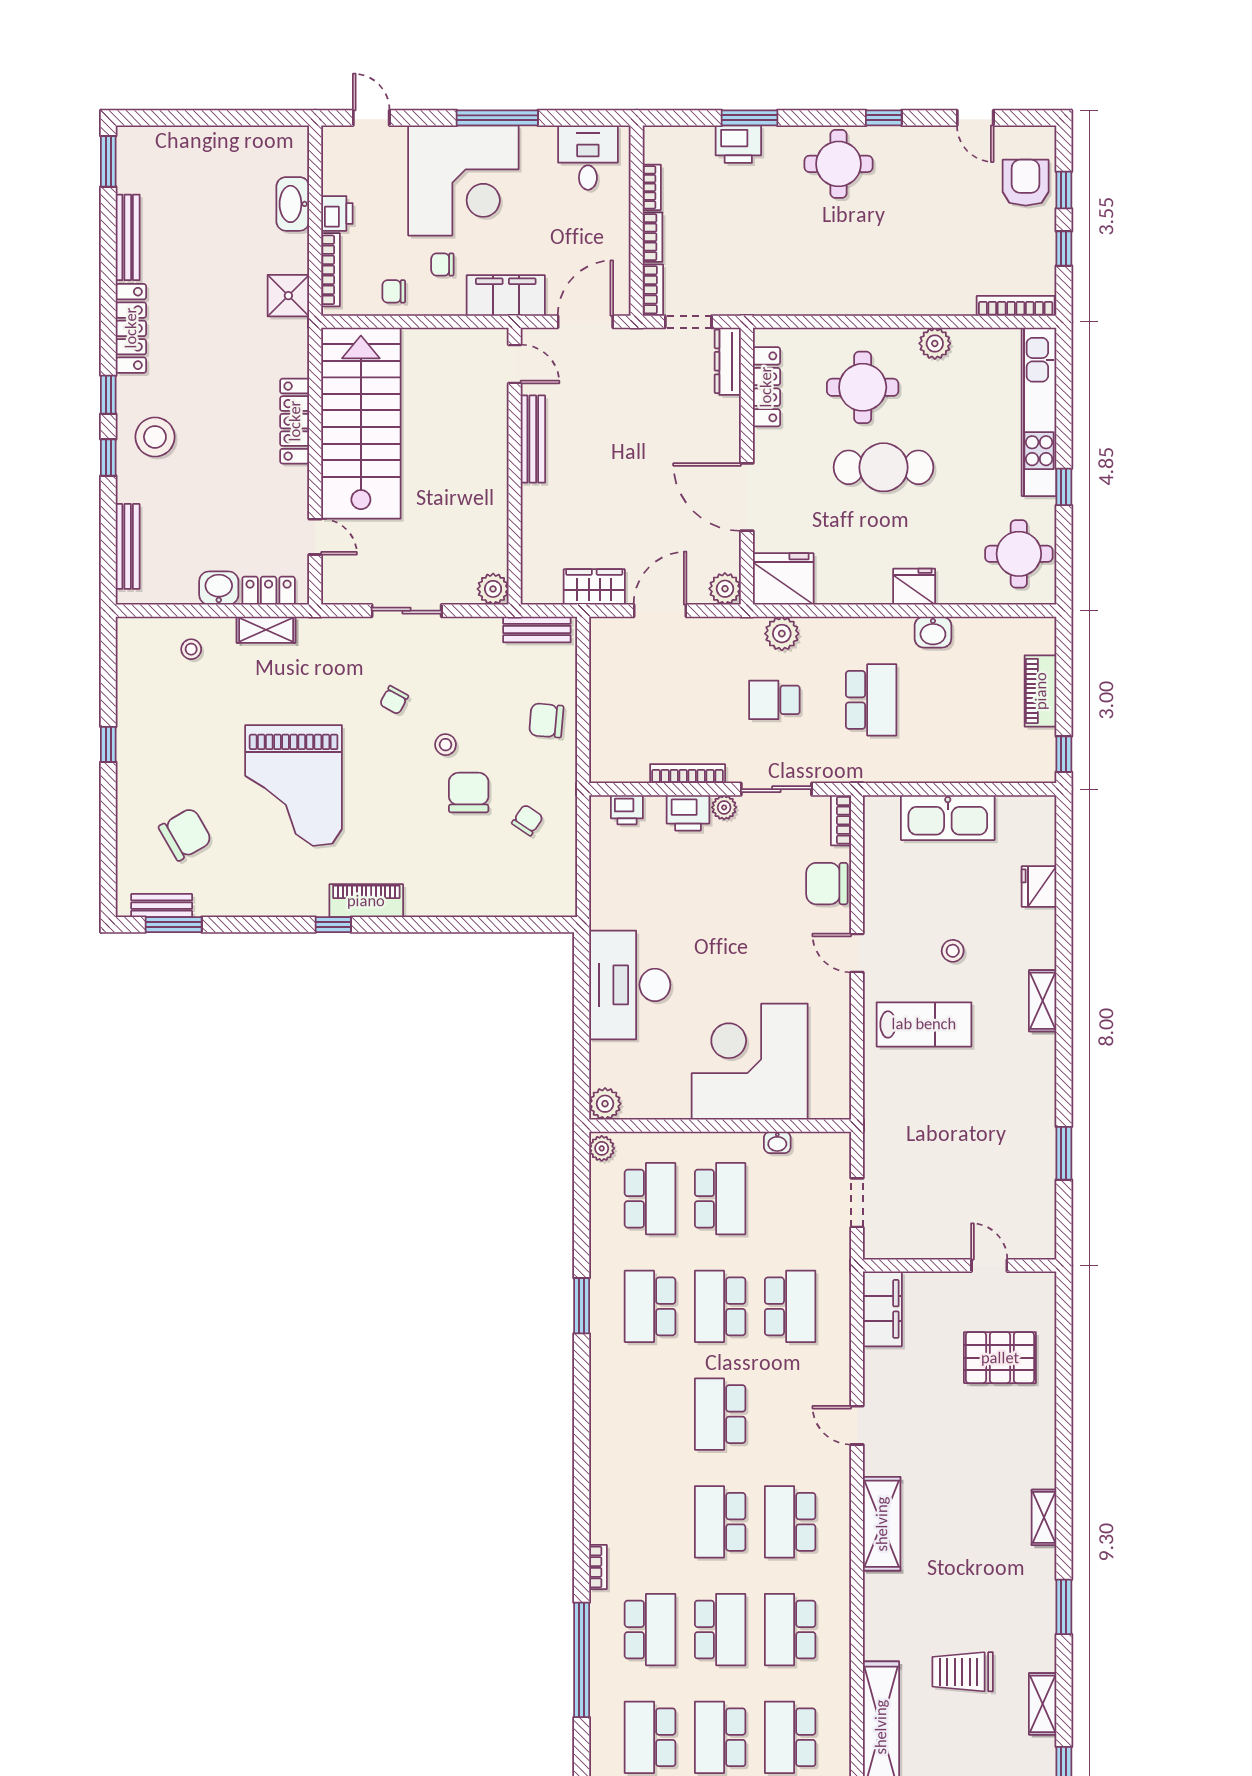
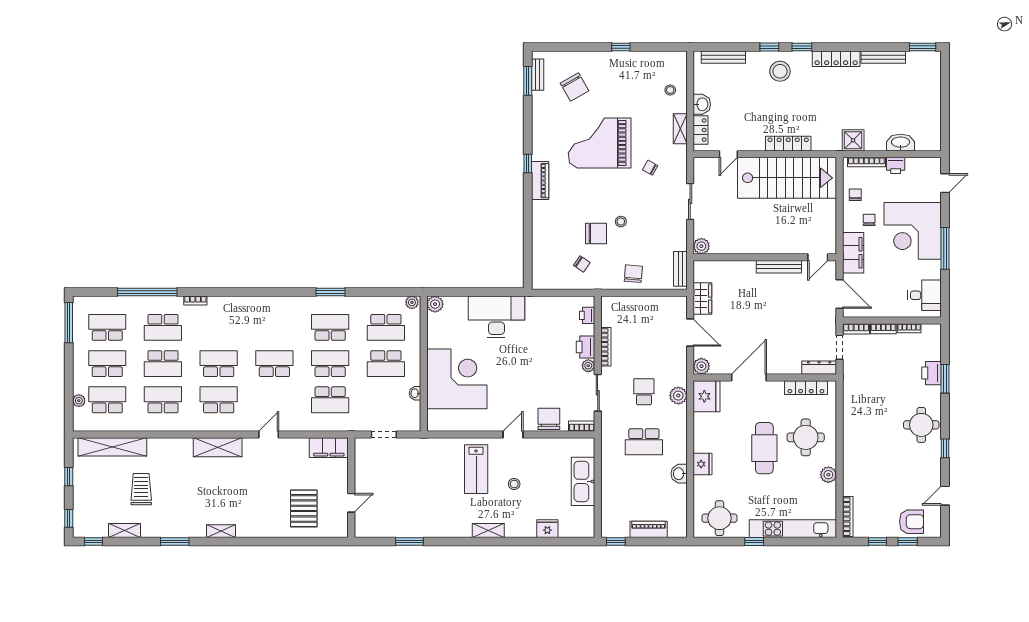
chair: (394, 700) -> (650, 168), moved

